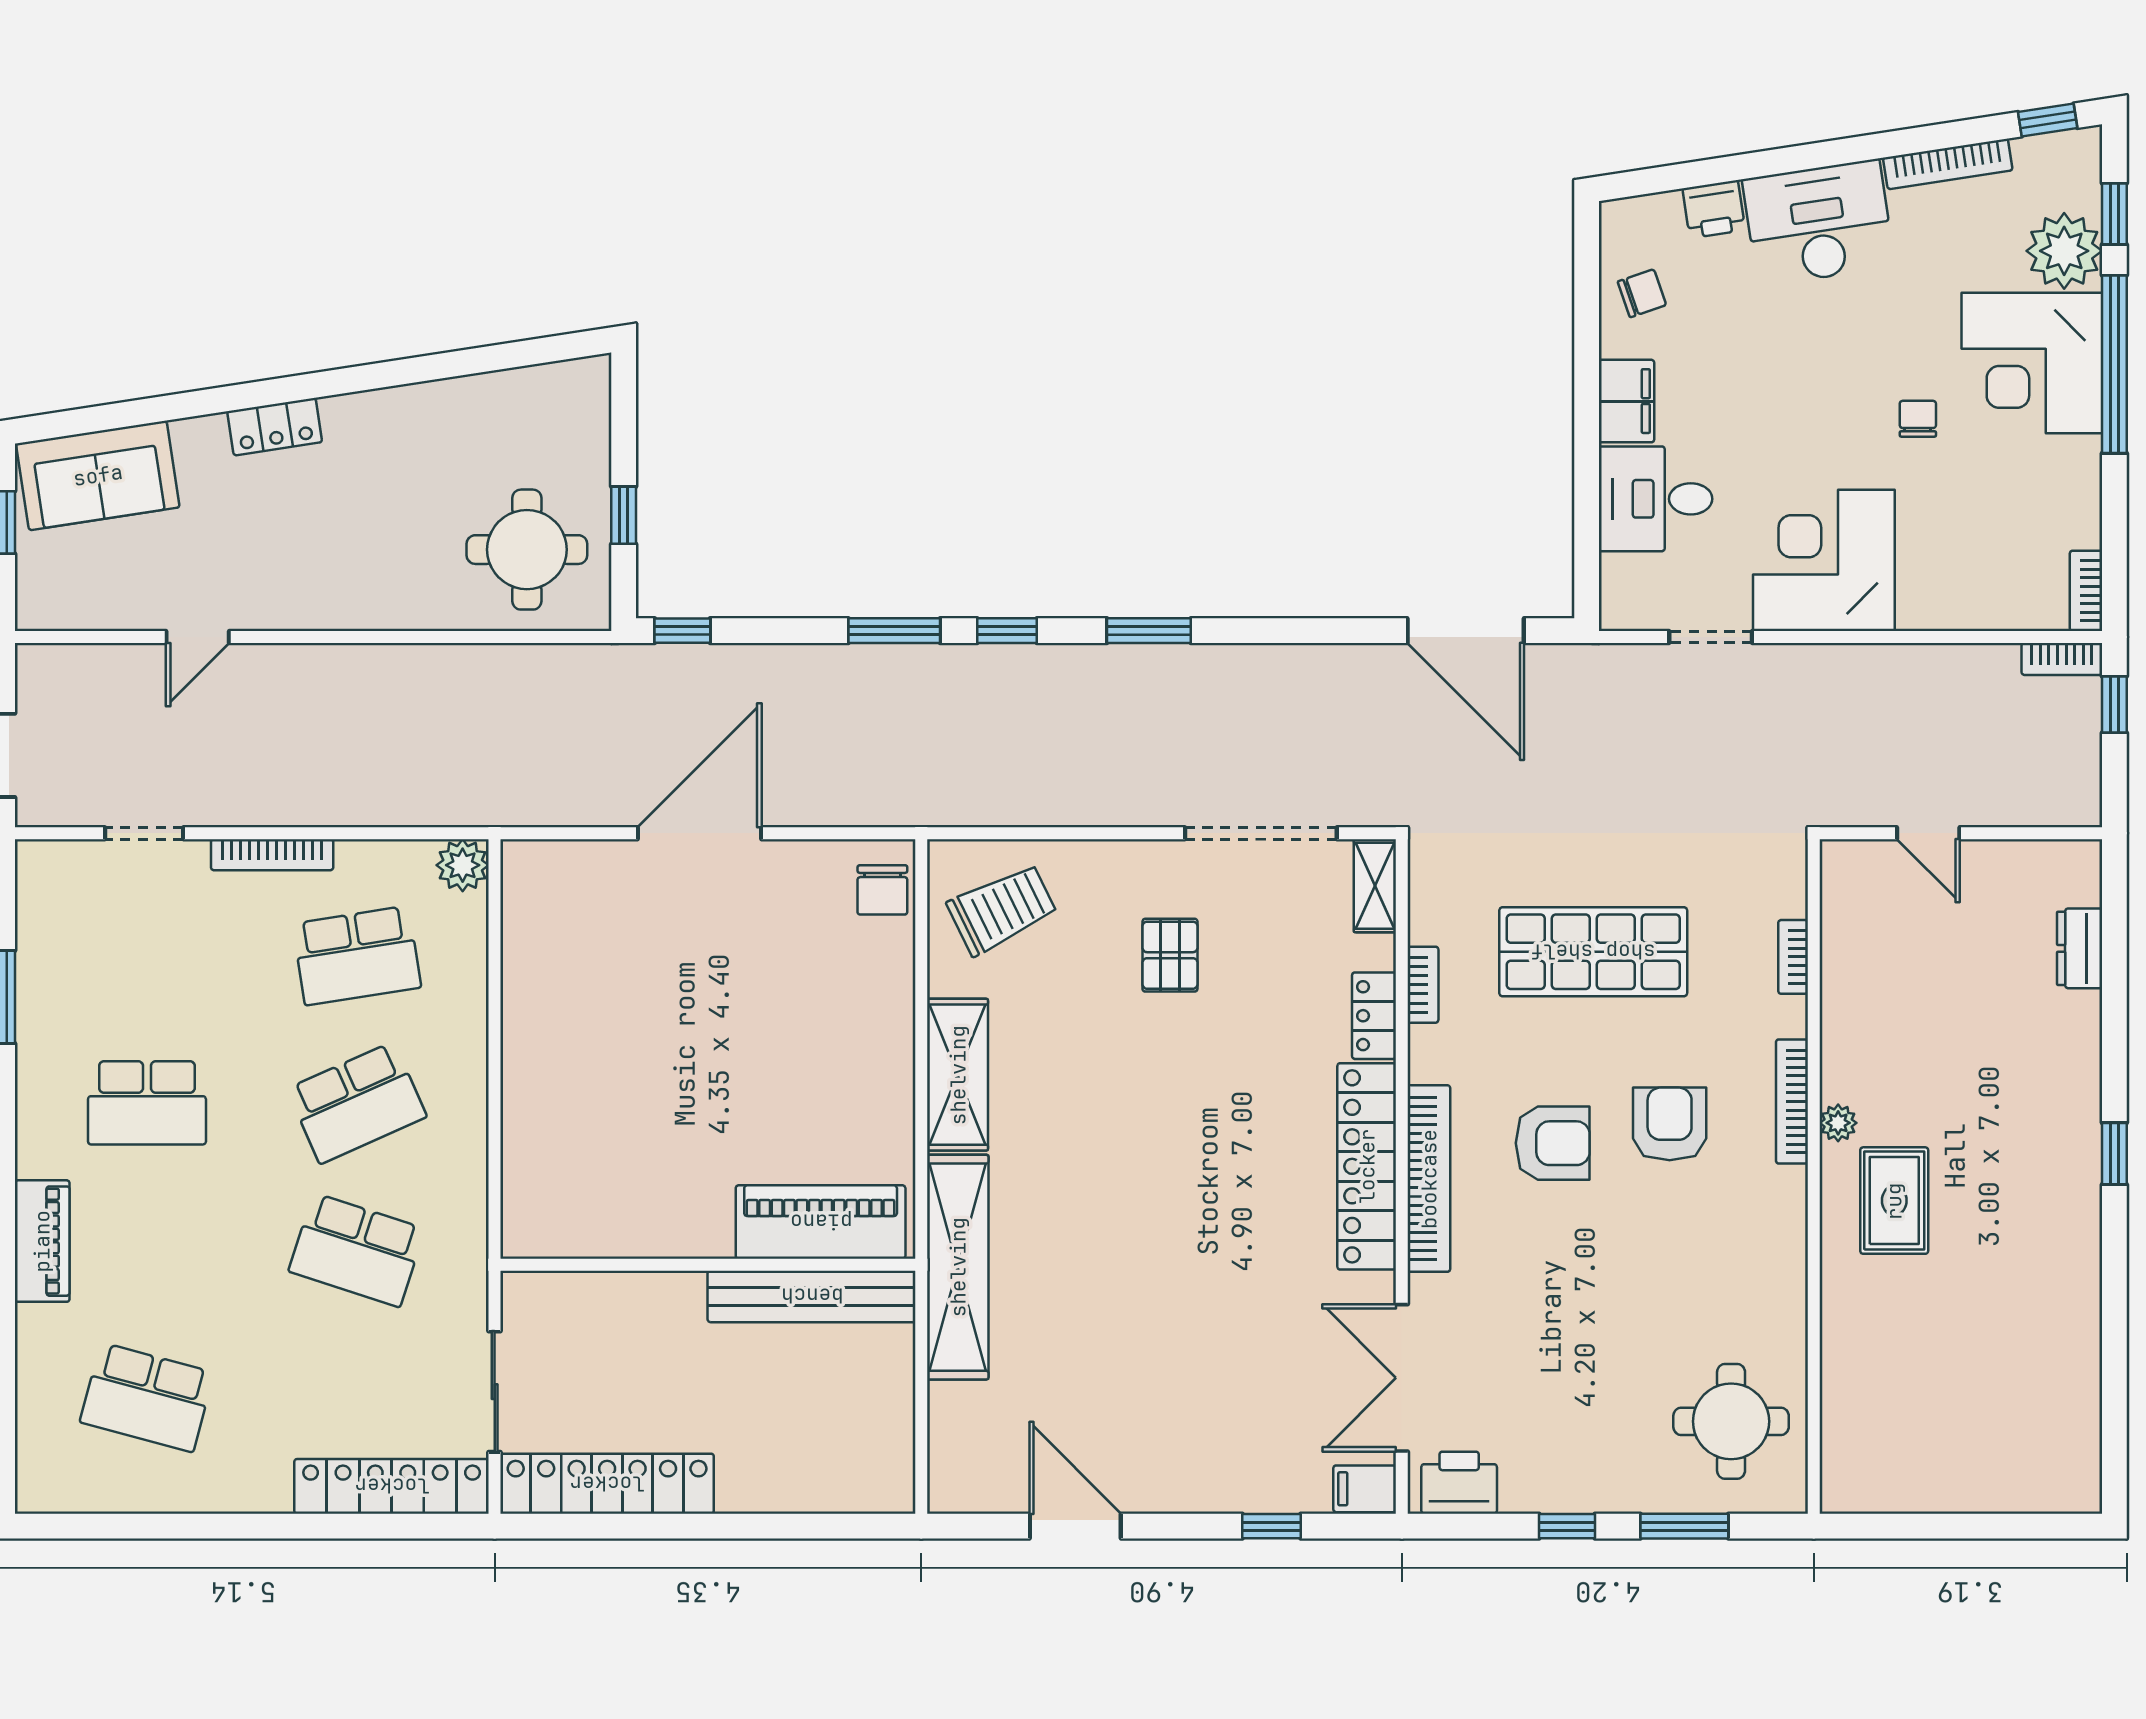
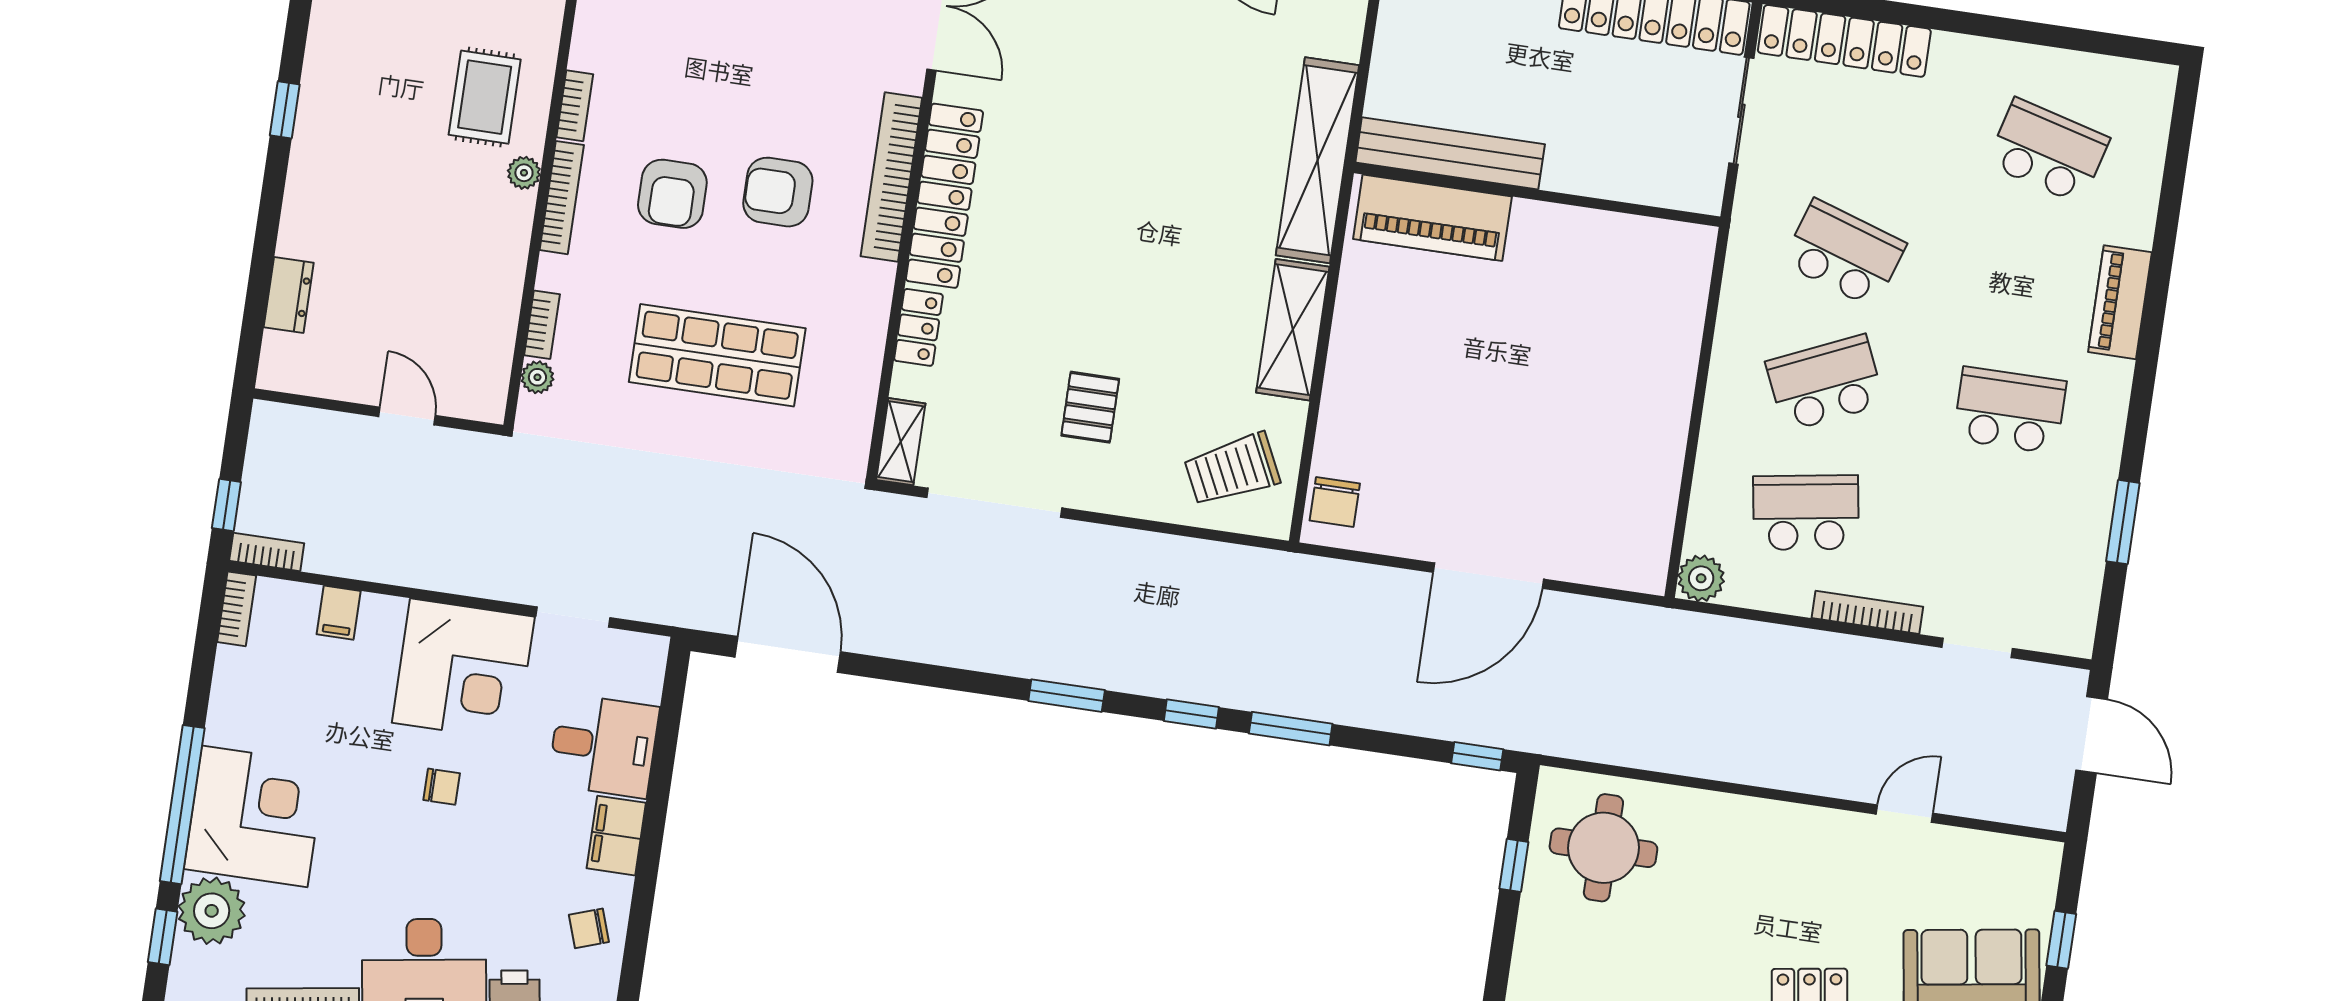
chair: (1918, 419) -> (442, 787), moved, turned -90
filing cabinet: (1972, 603) -> (339, 613), added
chair: (882, 890) -> (1335, 502), turned 180
plant: (1790, 898) -> (537, 377), added
bookcase: (1423, 985) -> (575, 106), moved, turned 180

